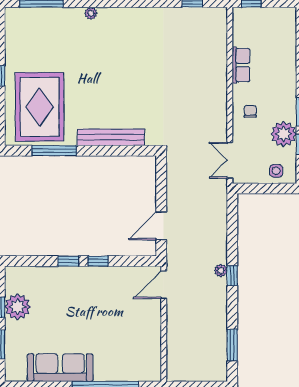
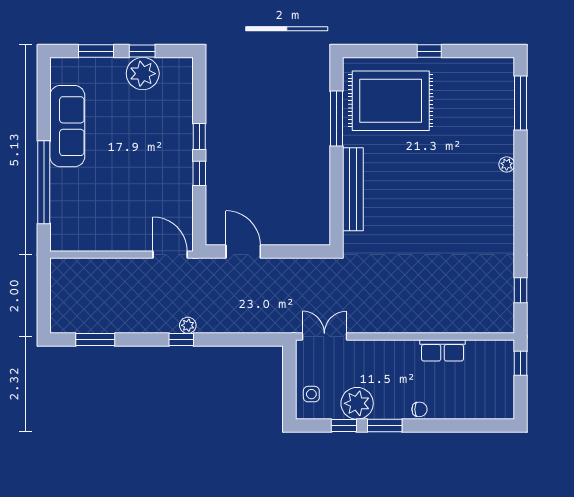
chair: (250, 111) -> (419, 409), moved

